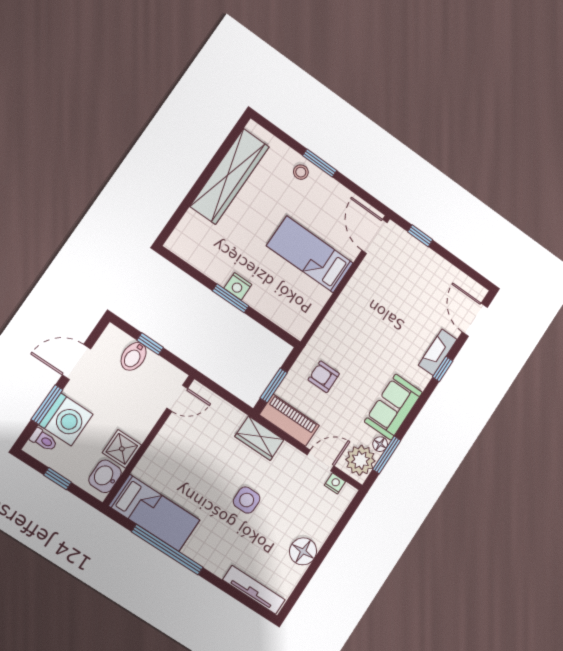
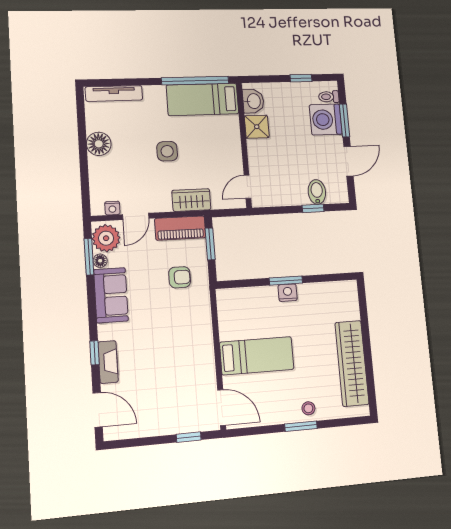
door: (177, 398) -> (247, 187), moved
wall: (149, 440) -> (244, 145), moved
shower: (122, 449) -> (257, 127), moved
washbasin: (105, 476) -> (253, 101), moved
bed: (154, 513) -> (203, 99), moved

